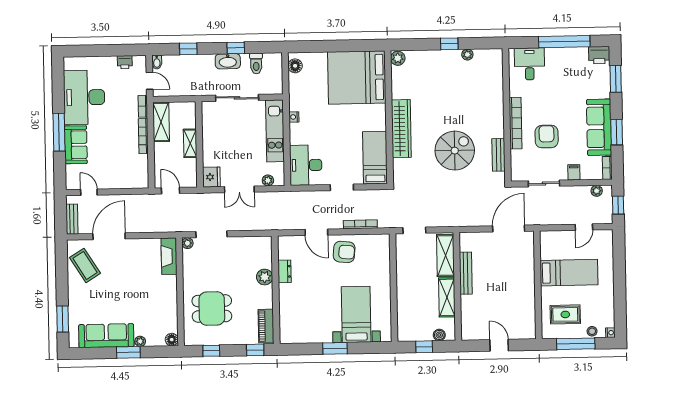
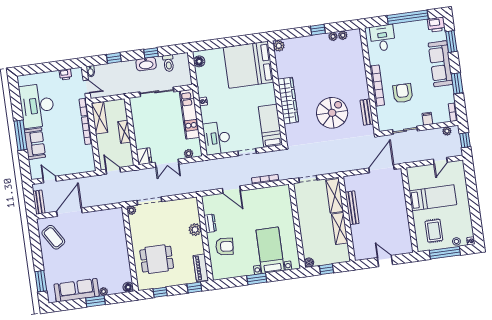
plant: (480, 55) -> (343, 35), added
sofa: (599, 127) -> (440, 64), moved
armchair: (344, 252) -> (224, 246), moved
fireplace: (169, 256) -> (118, 222), removed
rug: (565, 314) -> (434, 231), turned 90
boiler: (439, 335) -> (309, 263), moved

